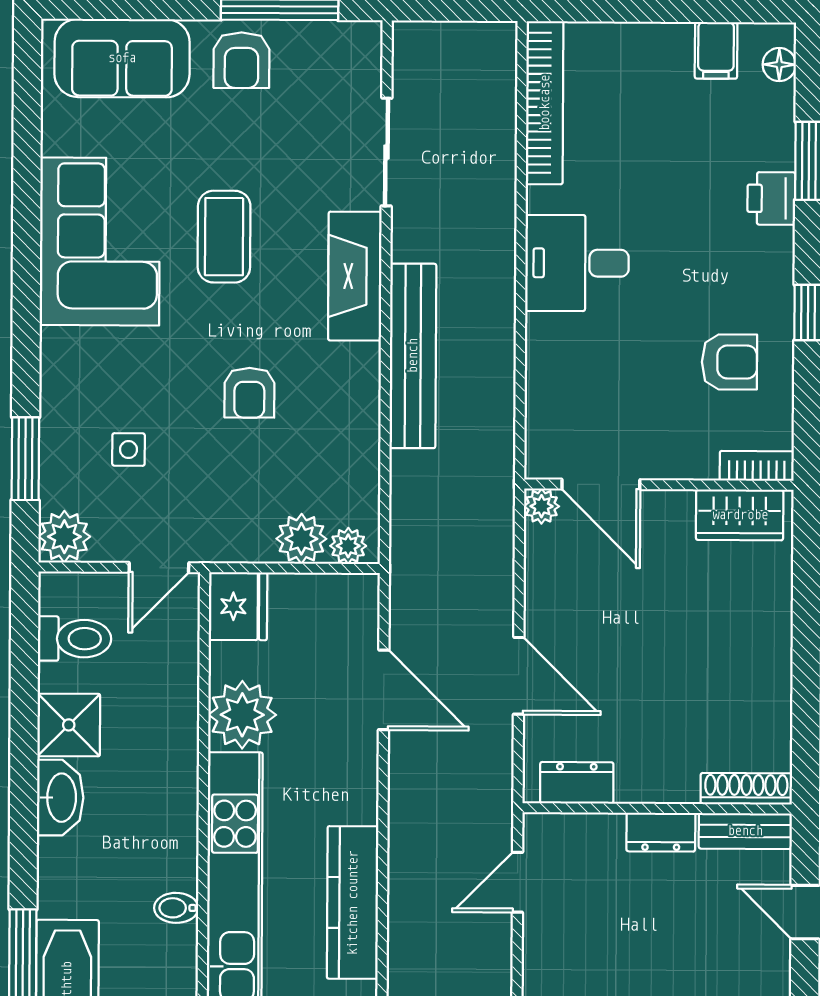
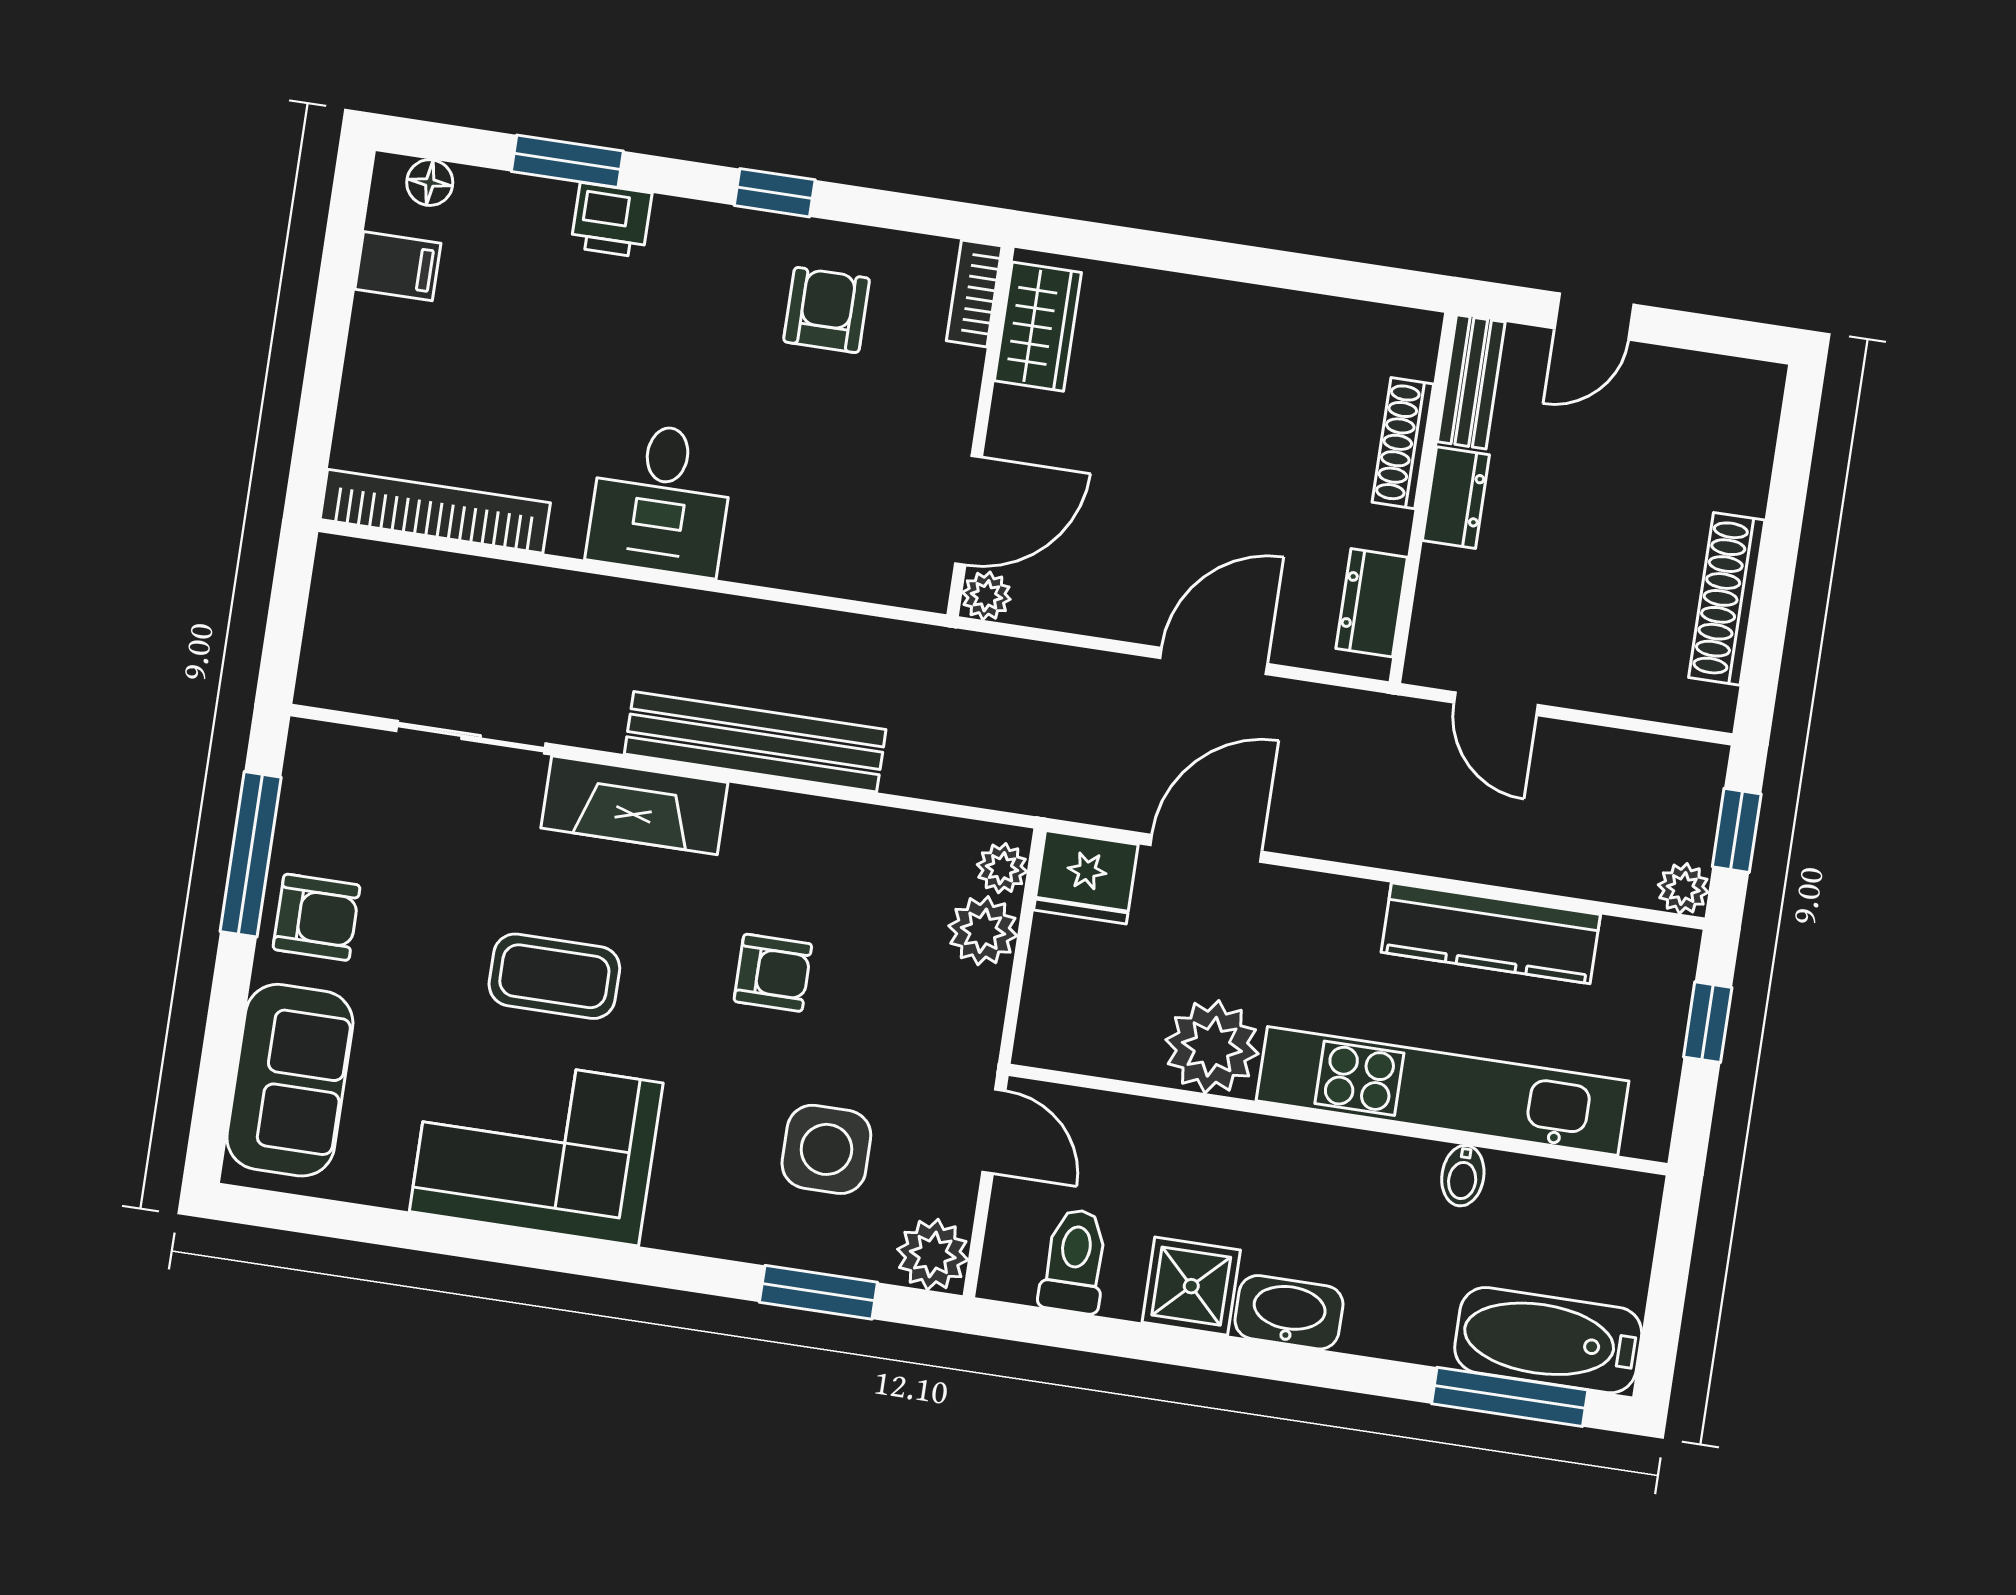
side table: (128, 450) -> (826, 1149), width x1.87, depth x1.87
fridge: (238, 606) -> (1086, 877), moved, turned 180
shoe rack: (746, 789) -> (1403, 443), moved

